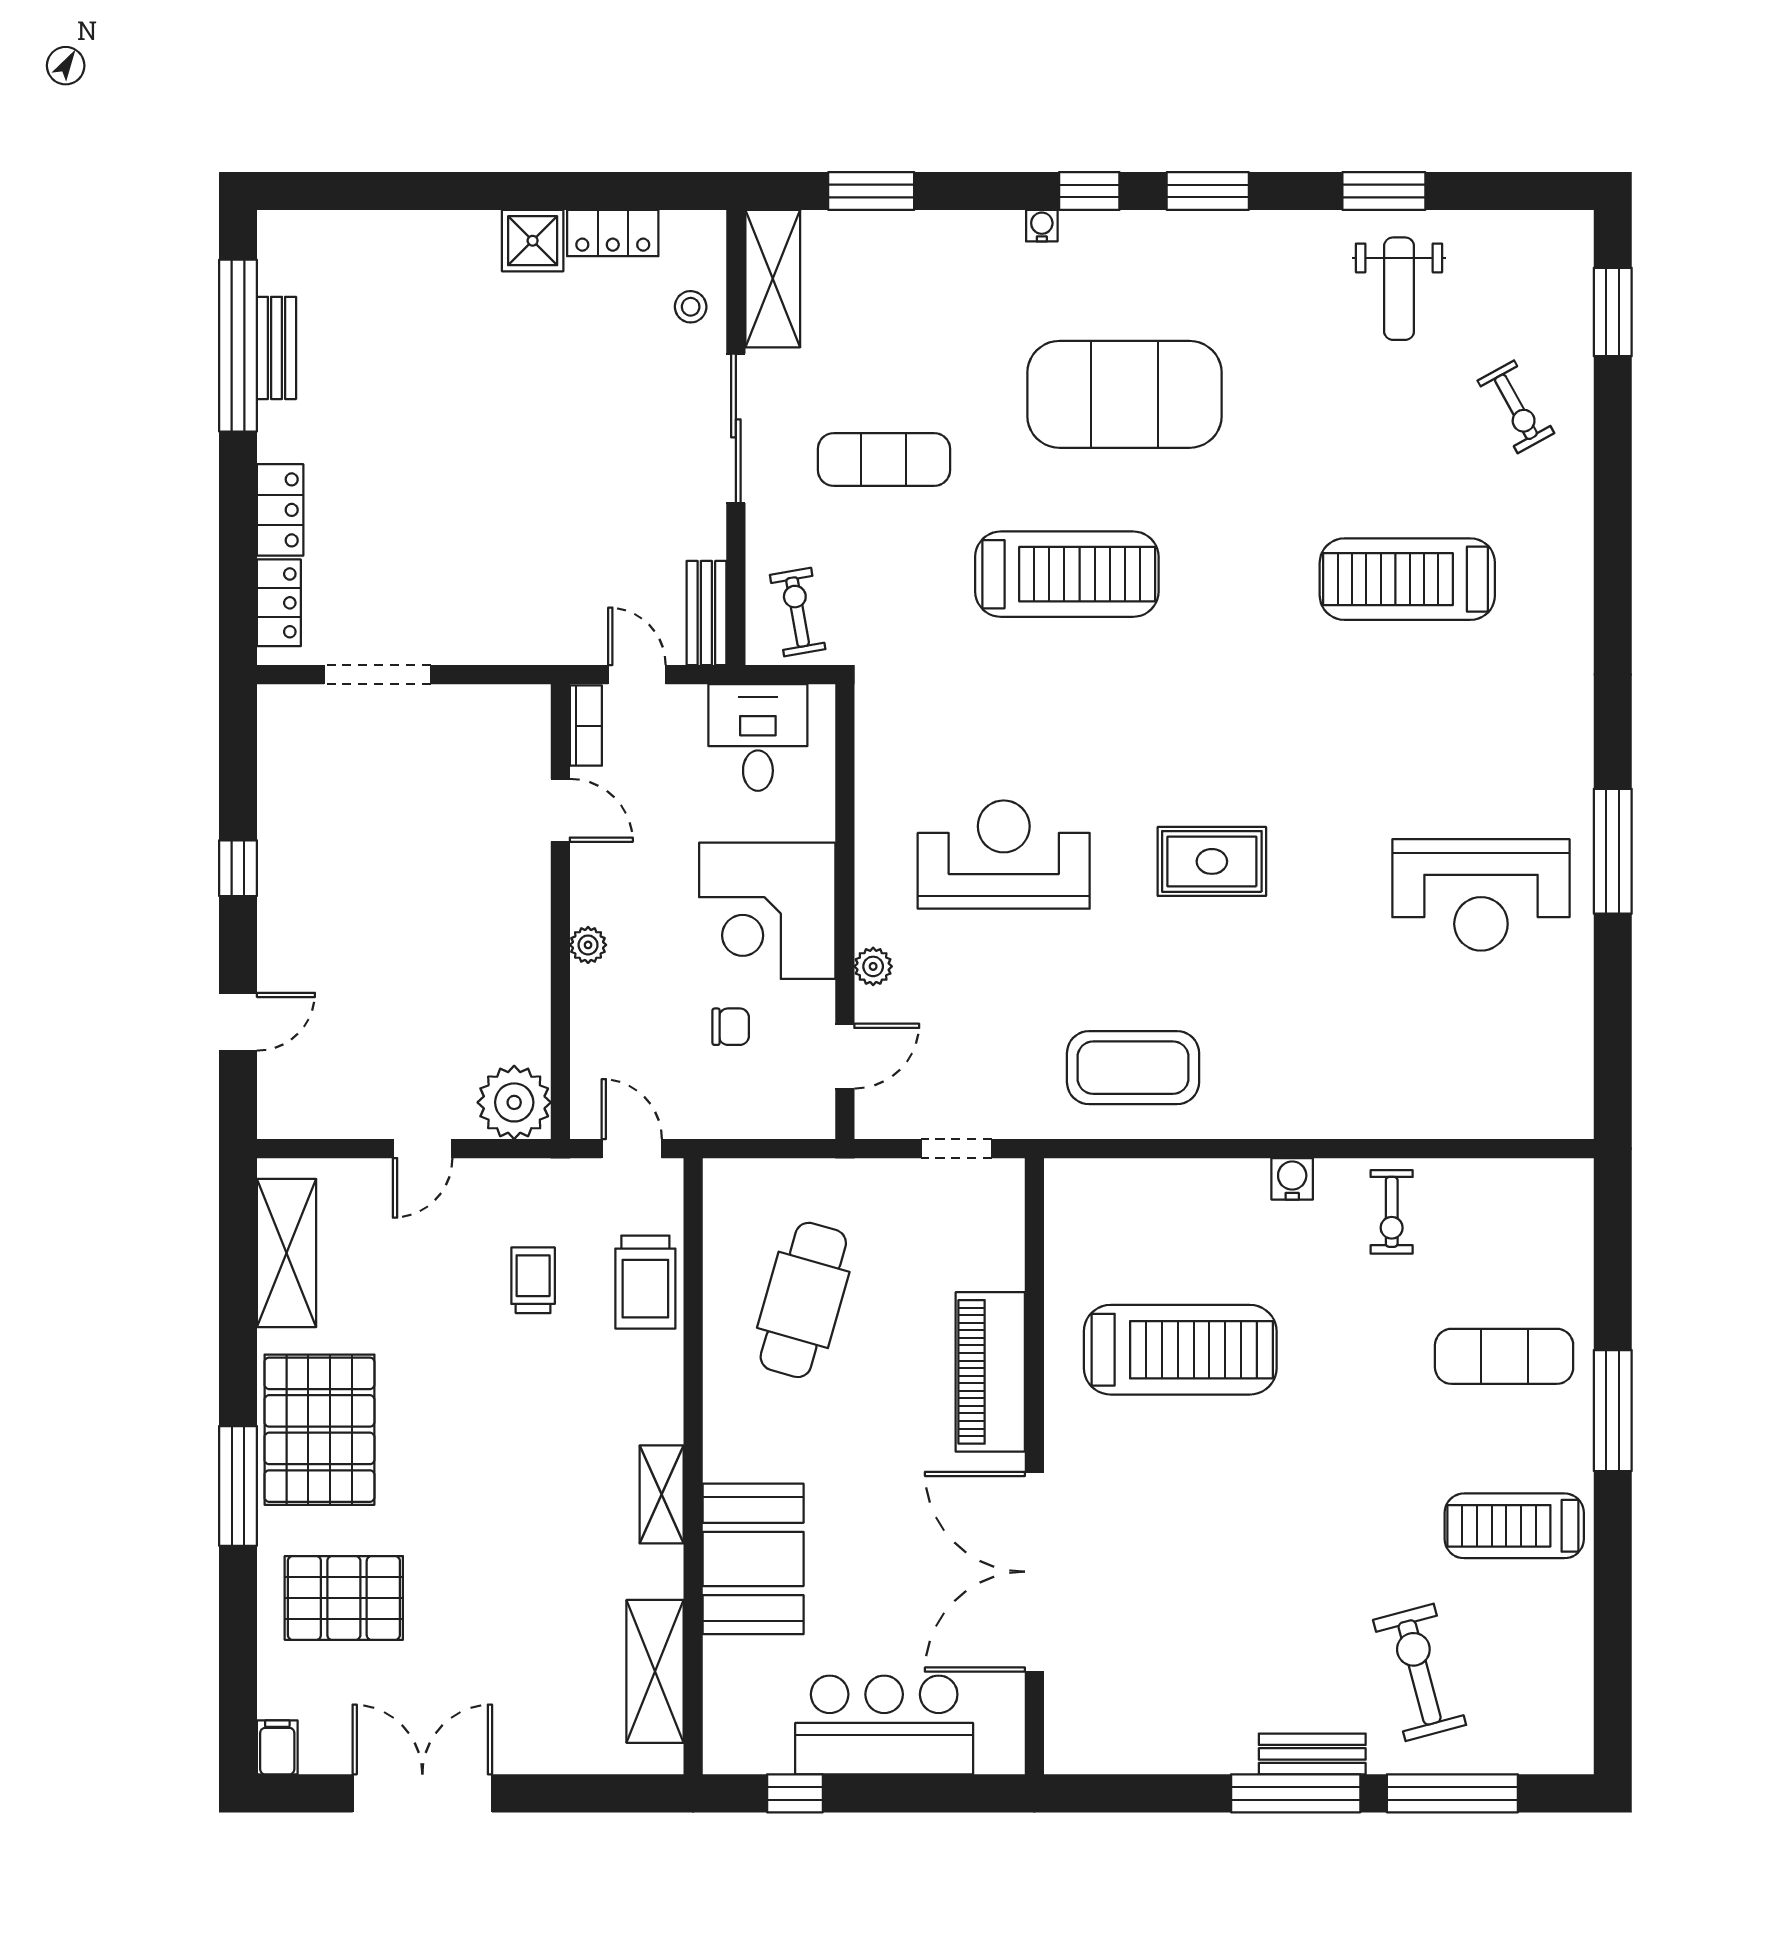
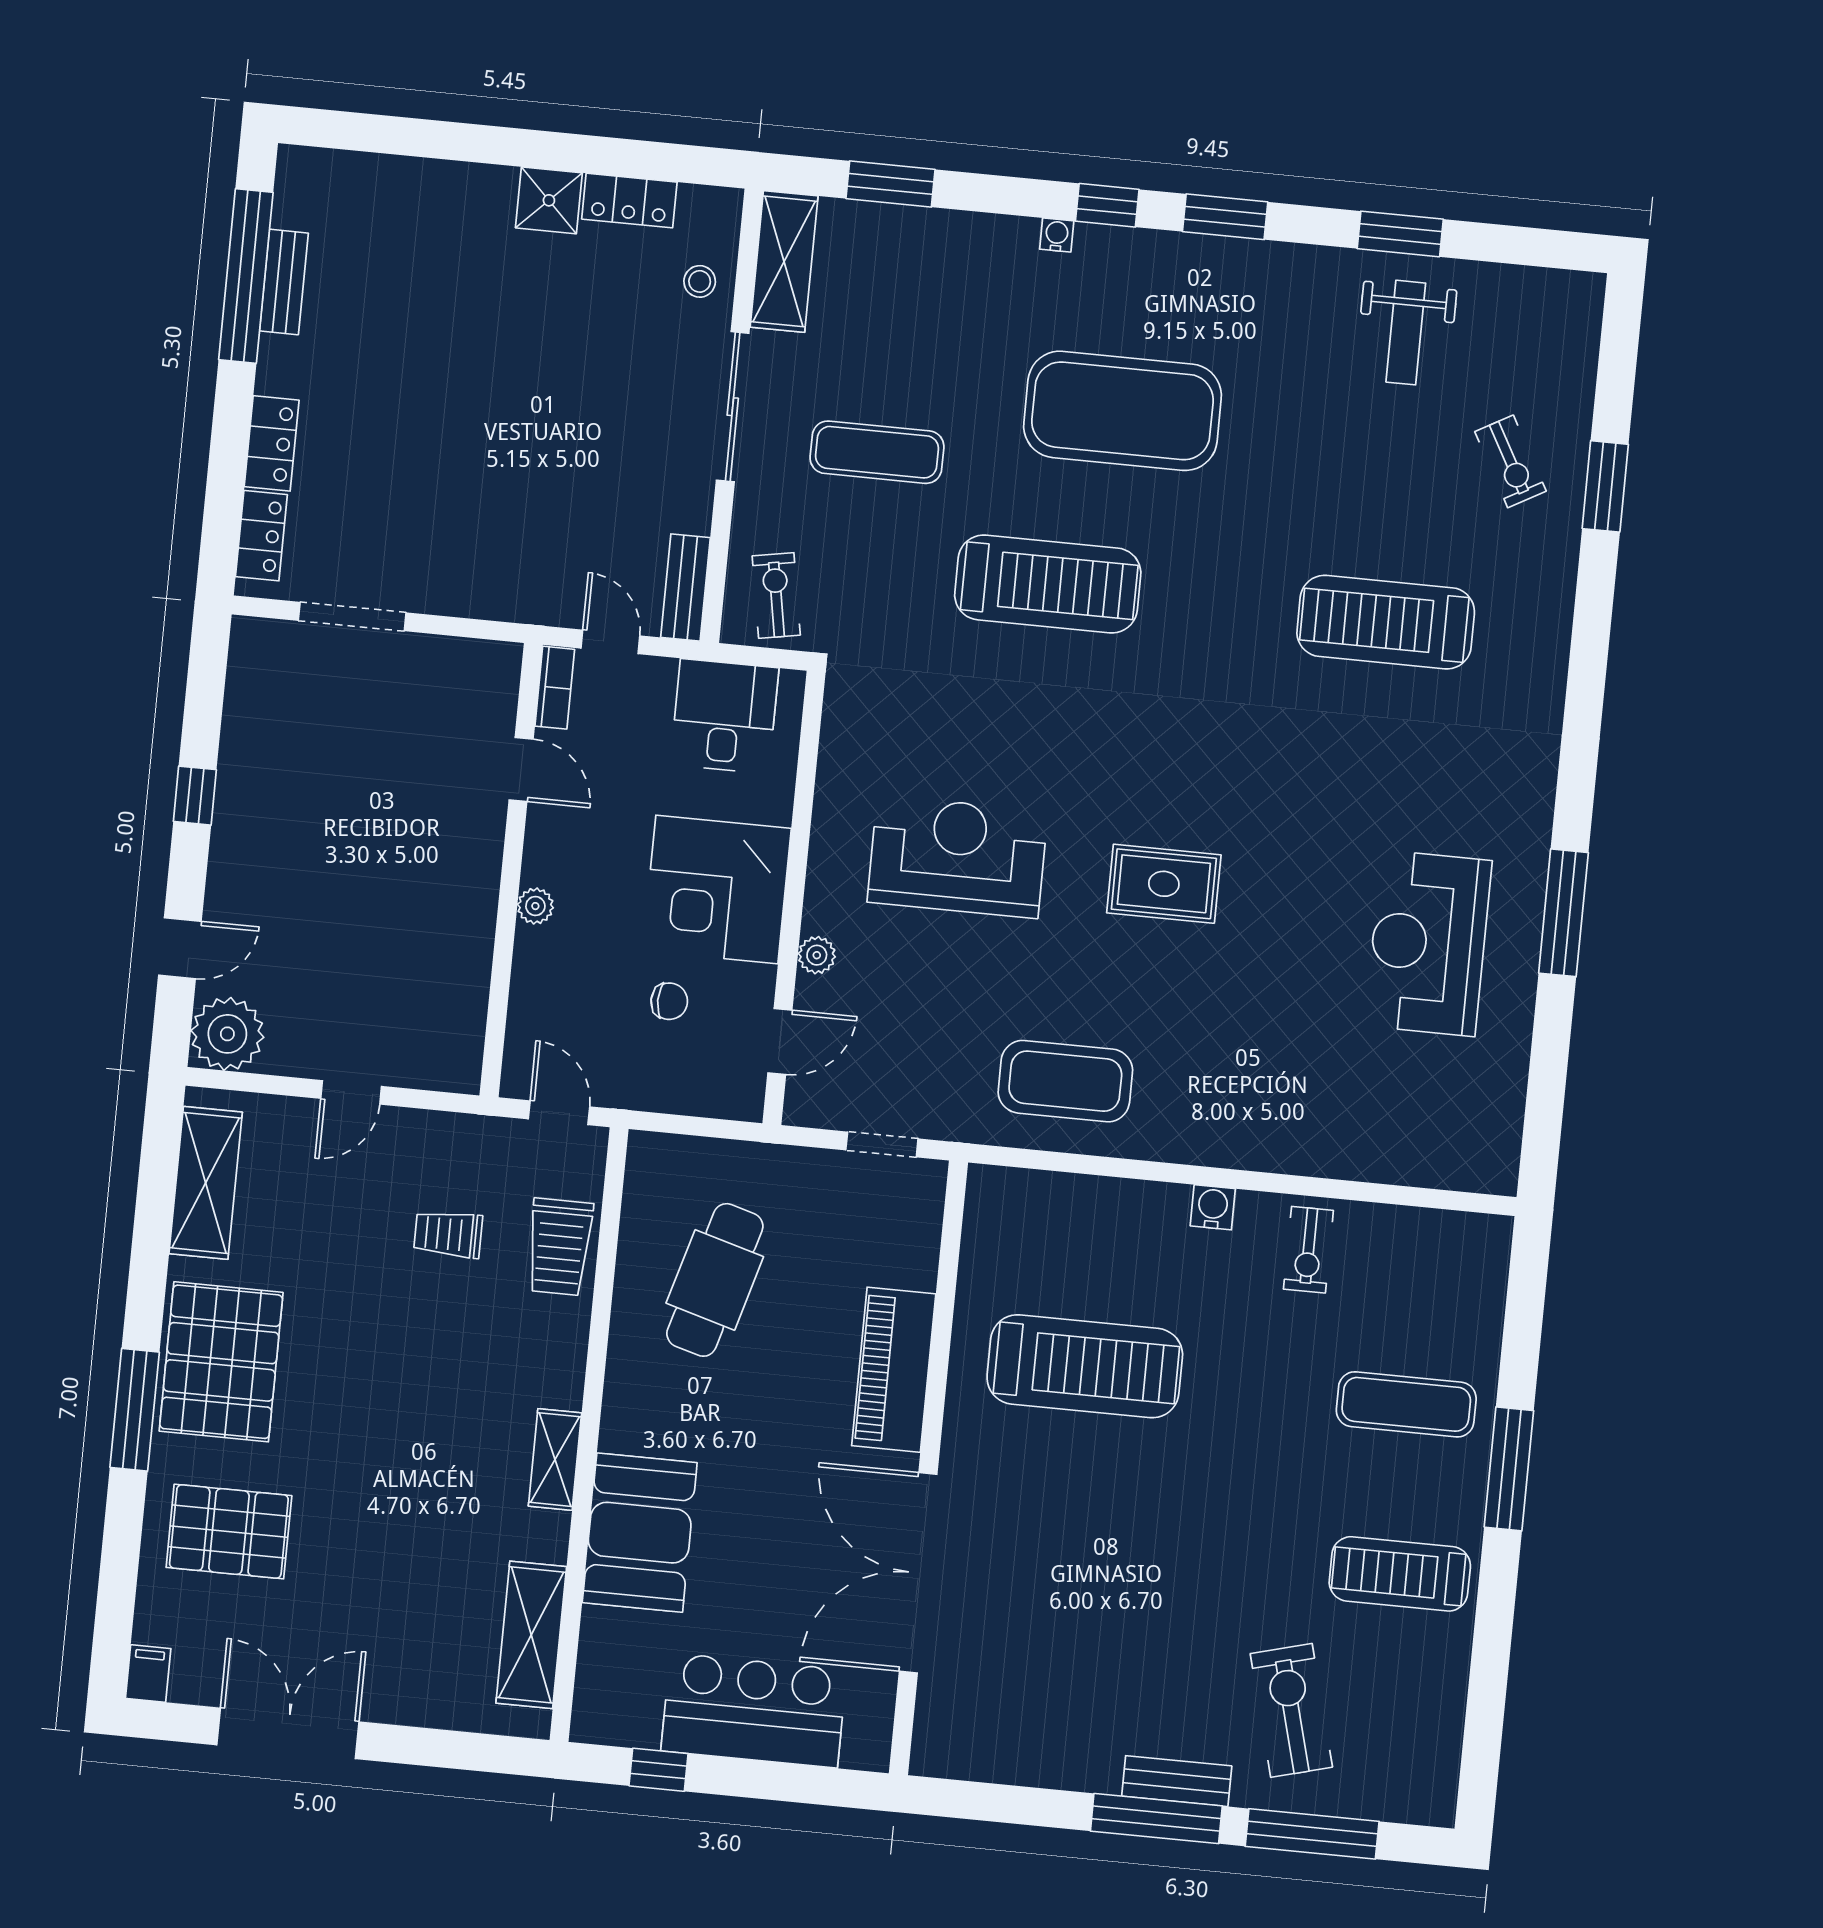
window: (1613, 312) -> (1605, 486), moved
reception desk: (1481, 895) -> (1428, 943), turned 90
plant: (514, 1102) -> (227, 1034), moved
trolley: (533, 1280) -> (448, 1234), turned -90

